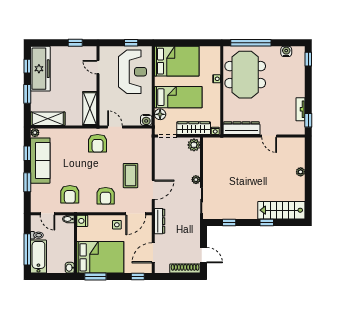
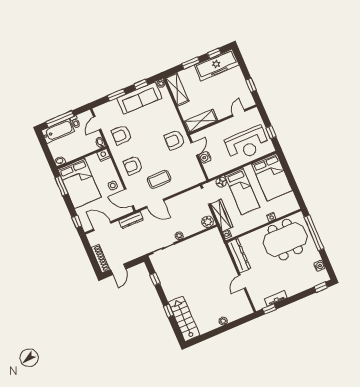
water cooler: (146, 120) -> (205, 157), moved

